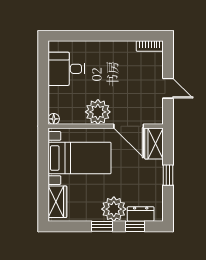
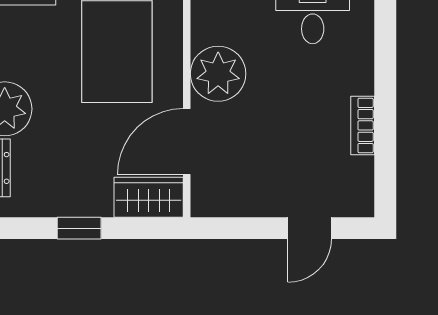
bookcase: (150, 46) -> (363, 125), moved
door: (168, 88) -> (310, 228), moved

